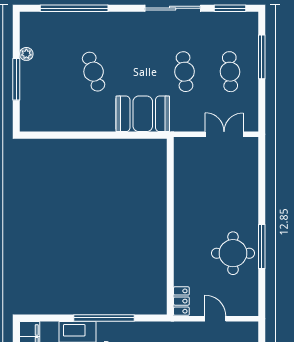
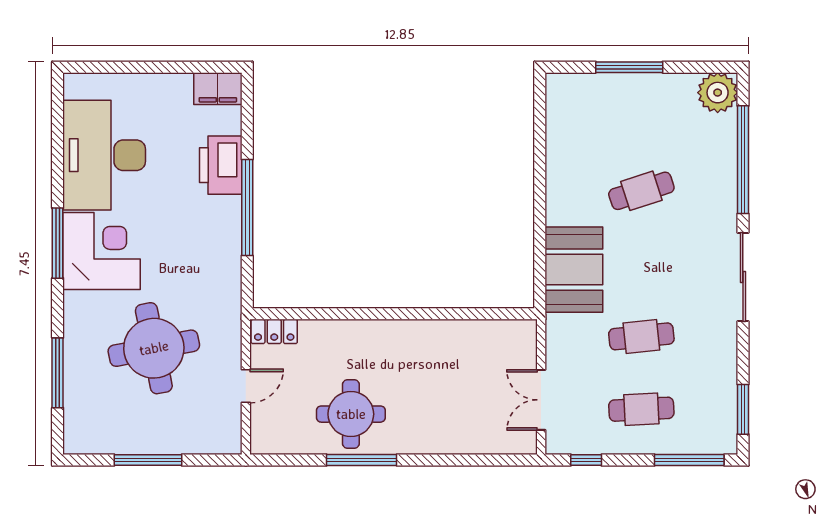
sliding door: (173, 8) -> (743, 277), moved
plant: (26, 54) -> (718, 93), moved, width x1.87, depth x1.87
window: (262, 57) -> (689, 460), moved
window: (262, 106) -> (586, 460), added
double door: (224, 134) -> (541, 400), swing flipped

